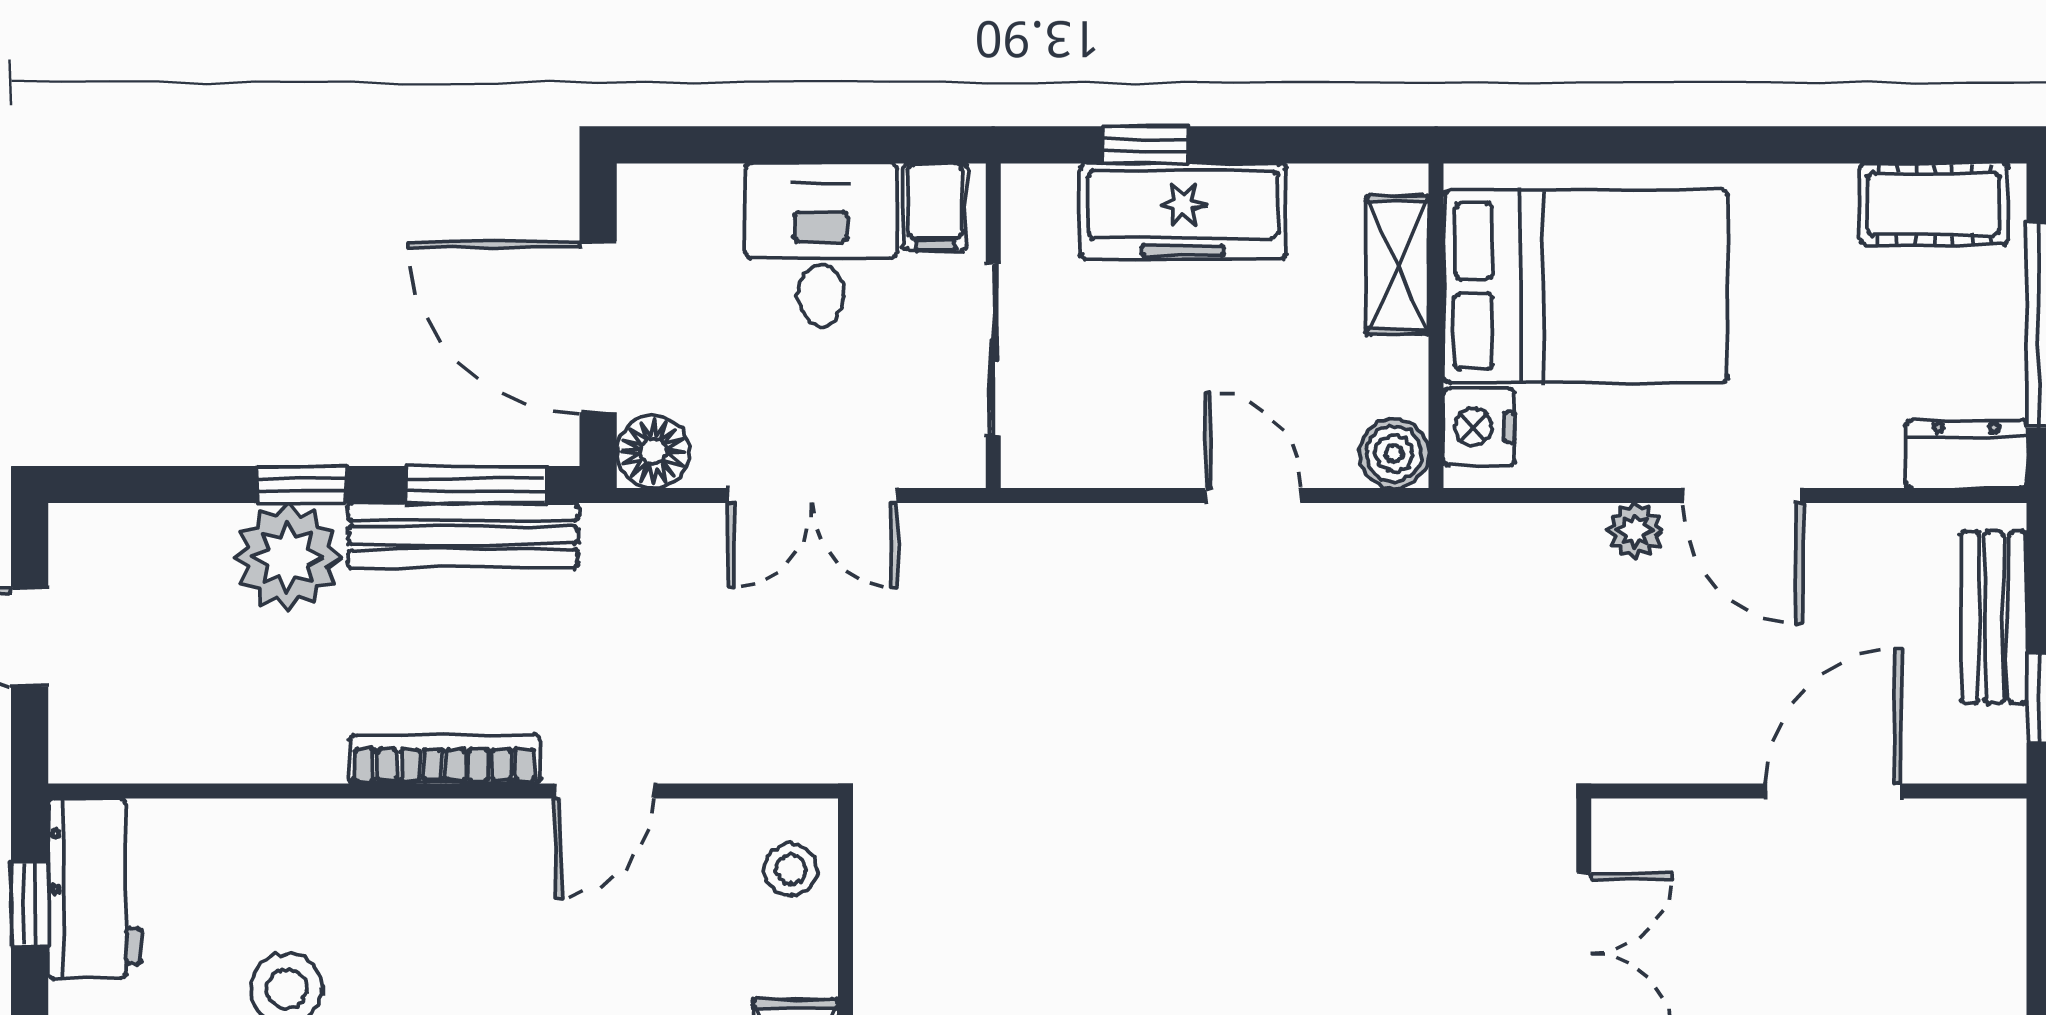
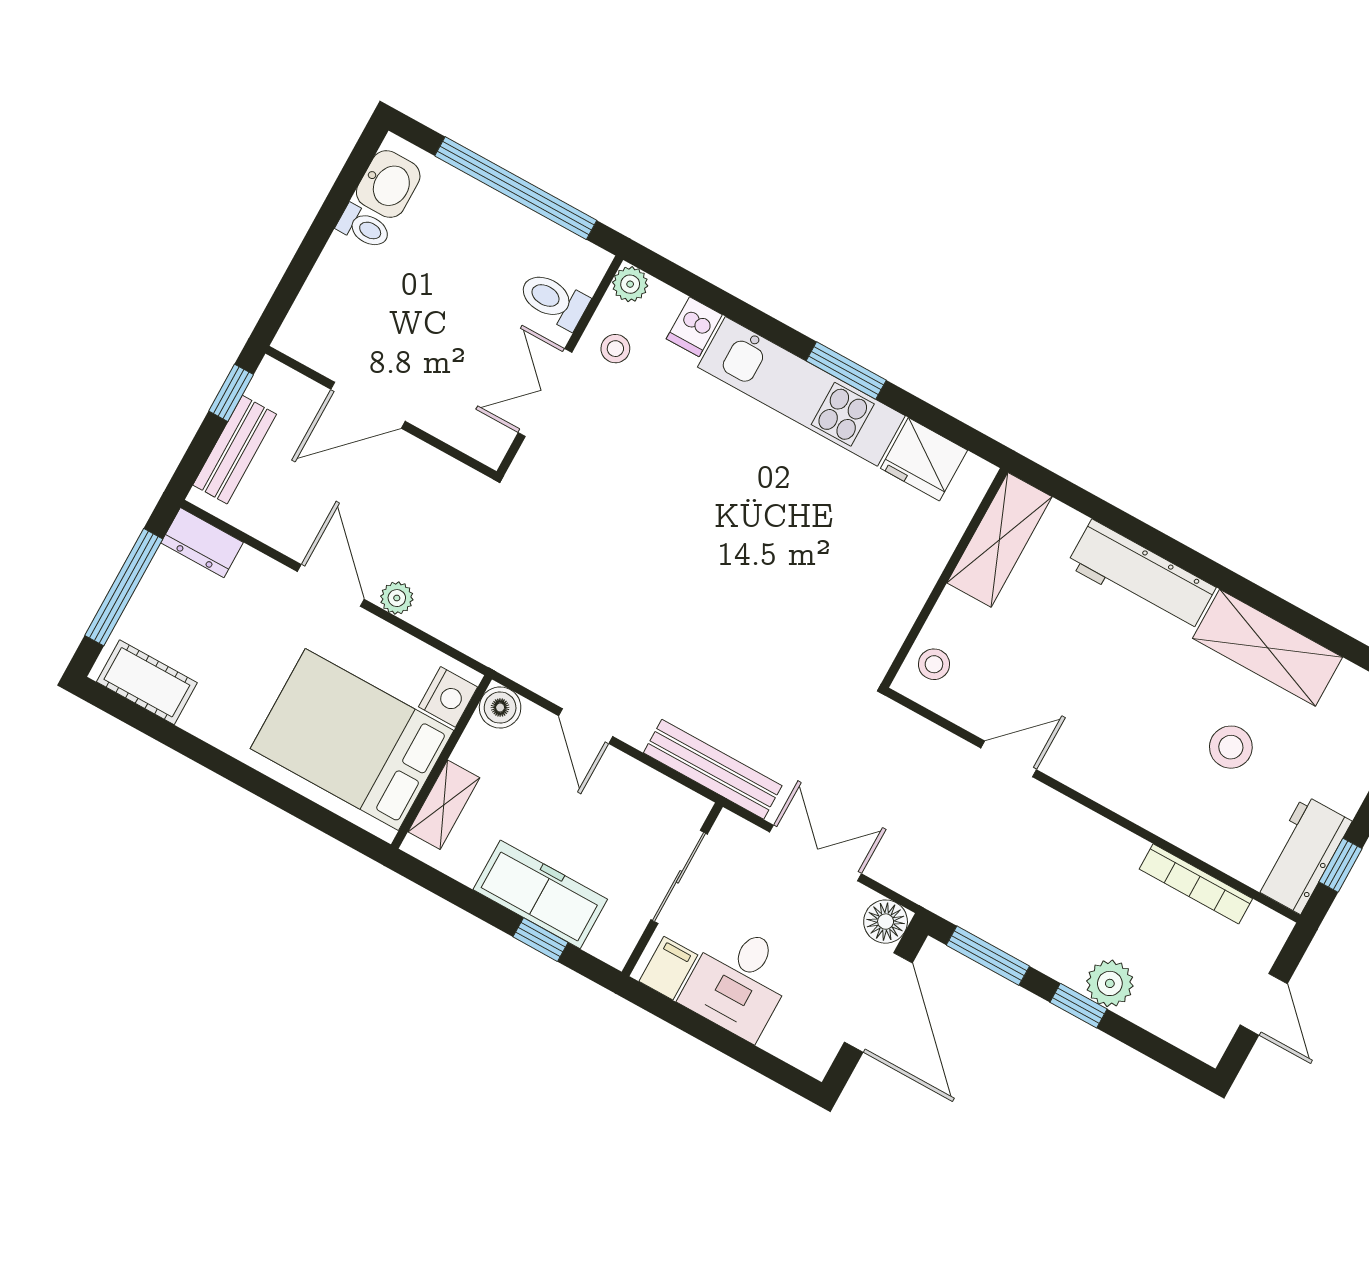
bench: (463, 535) -> (713, 769), moved
plant: (287, 557) -> (1110, 983), width x0.73, depth x0.73
bookcase: (444, 759) -> (1196, 884), moved

